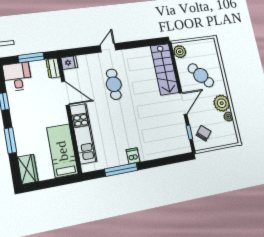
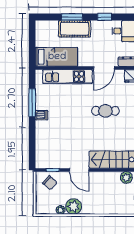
cafe table: (201, 75) -> (102, 193), removed
cot: (24, 135) -> (75, 29), added
wardrobe: (28, 169) -> (47, 27), removed

